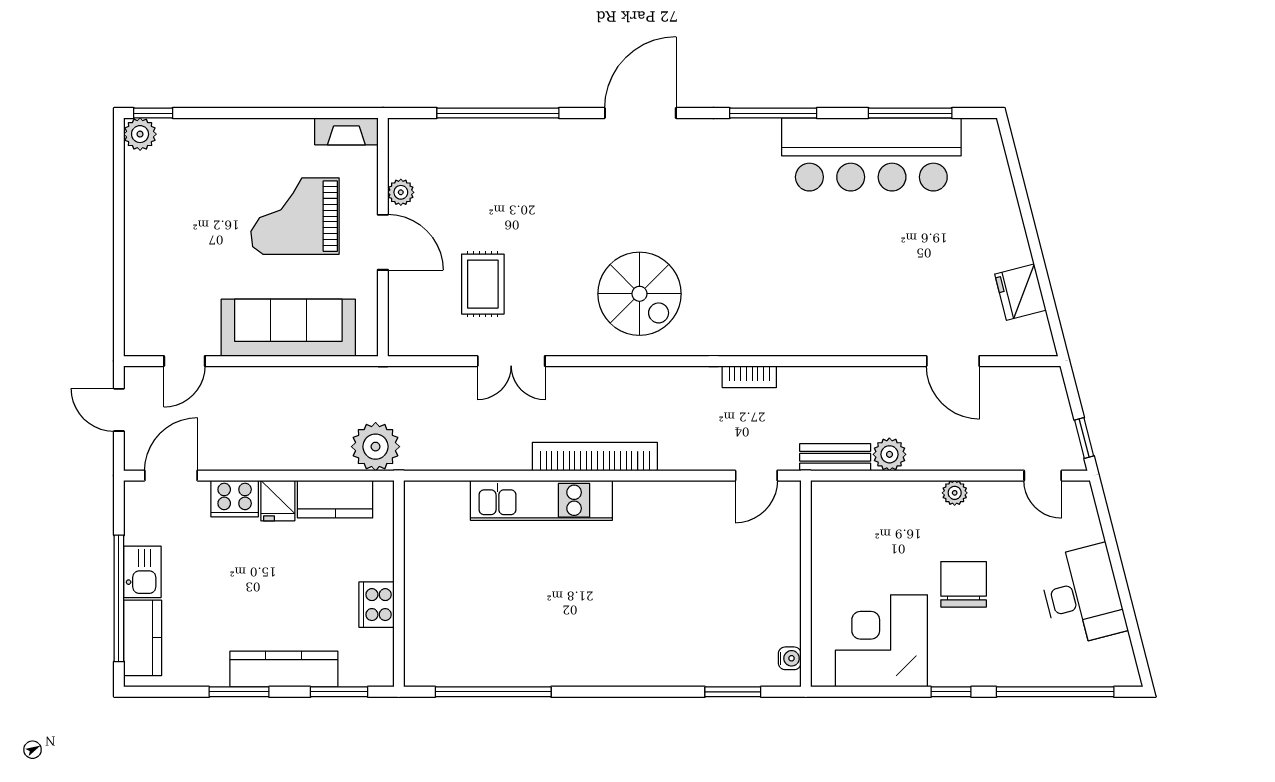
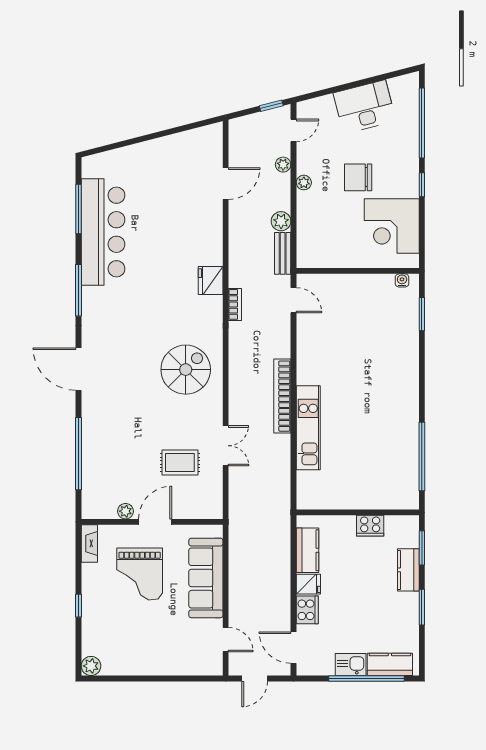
window: (153, 113) -> (78, 606), moved
fridge: (1020, 292) -> (211, 280), moved, turned 104
plant: (376, 447) -> (283, 165), moved, width x0.53, depth x0.53
kitchen counter: (284, 669) -> (408, 570), width x0.67

